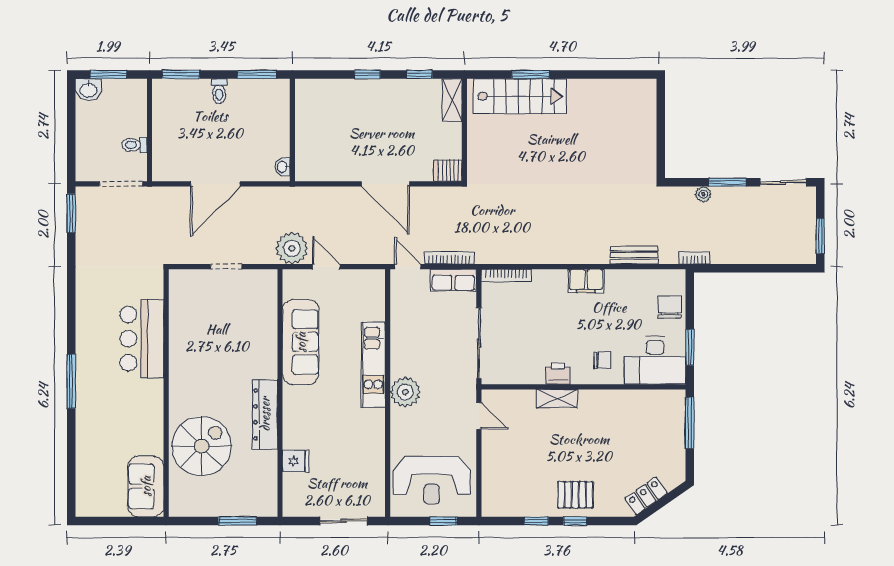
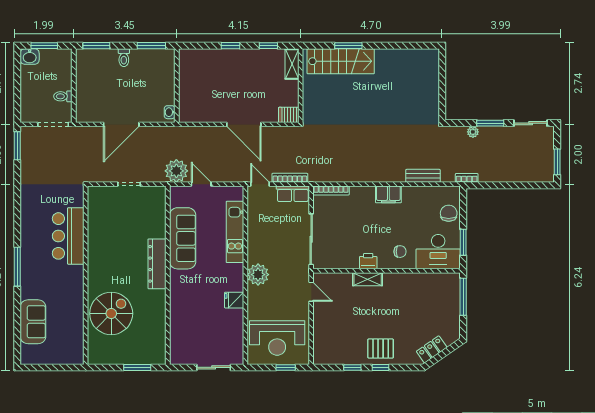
kitchen unit: (373, 365) -> (235, 232), moved
dresser: (265, 414) -> (157, 264), moved
fridge: (296, 461) -> (234, 300), moved, turned 180
sofa: (146, 486) -> (33, 322), moved, turned 180

